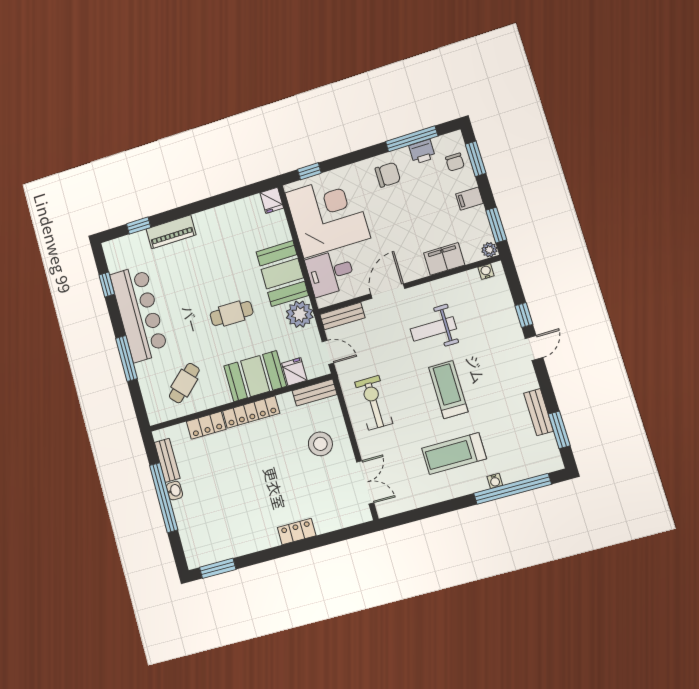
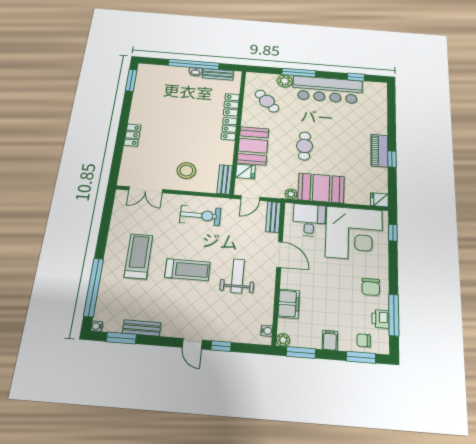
window: (139, 226) -> (392, 159), moved
piano: (171, 232) -> (379, 151), moved
plant: (300, 314) -> (291, 194), width x0.53, depth x0.53
plant: (146, 372) -> (285, 81), added
locker: (251, 412) -> (229, 129), width x0.66
water cooler: (495, 481) -> (97, 326), moved

